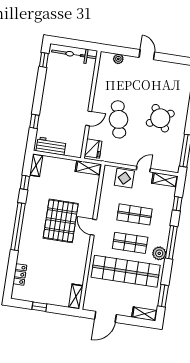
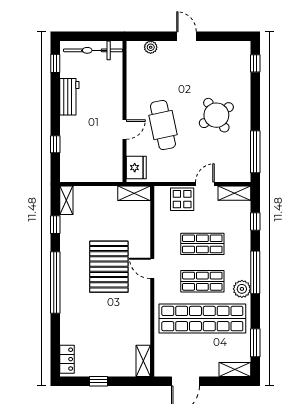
workbench: (51, 146) -> (69, 97), moved, turned 90
locker: (20, 274) -> (67, 359), moved

